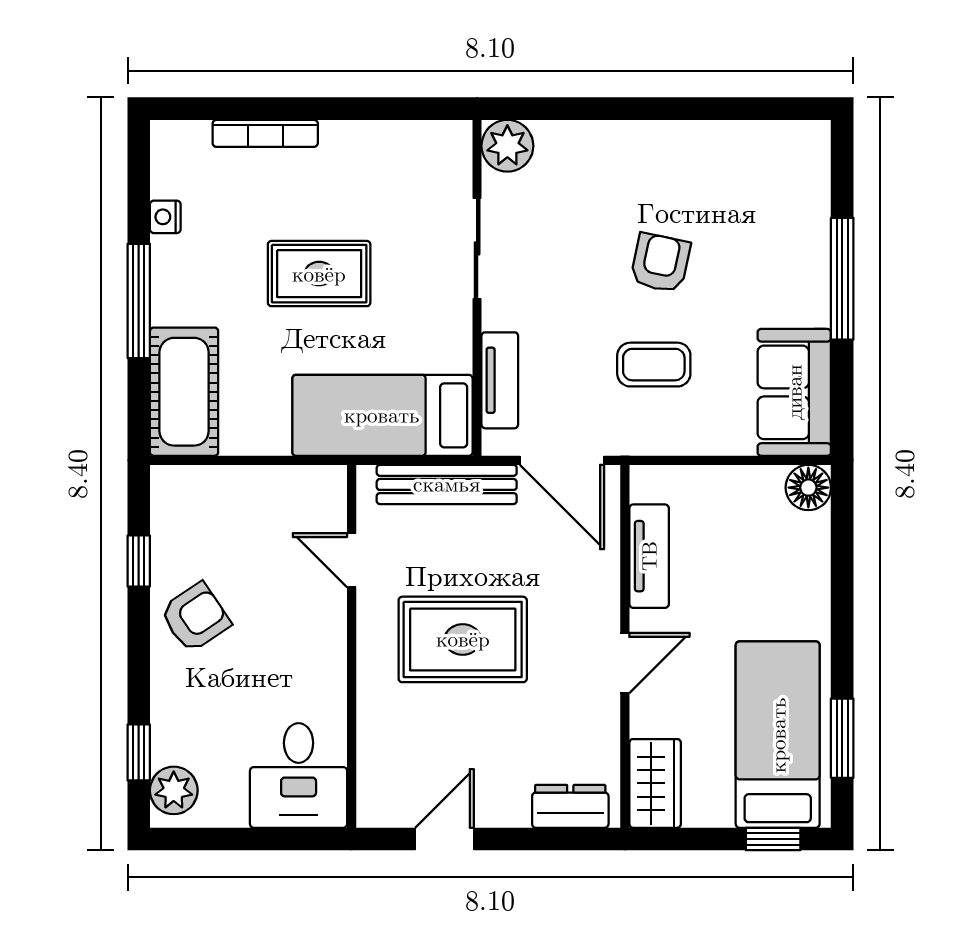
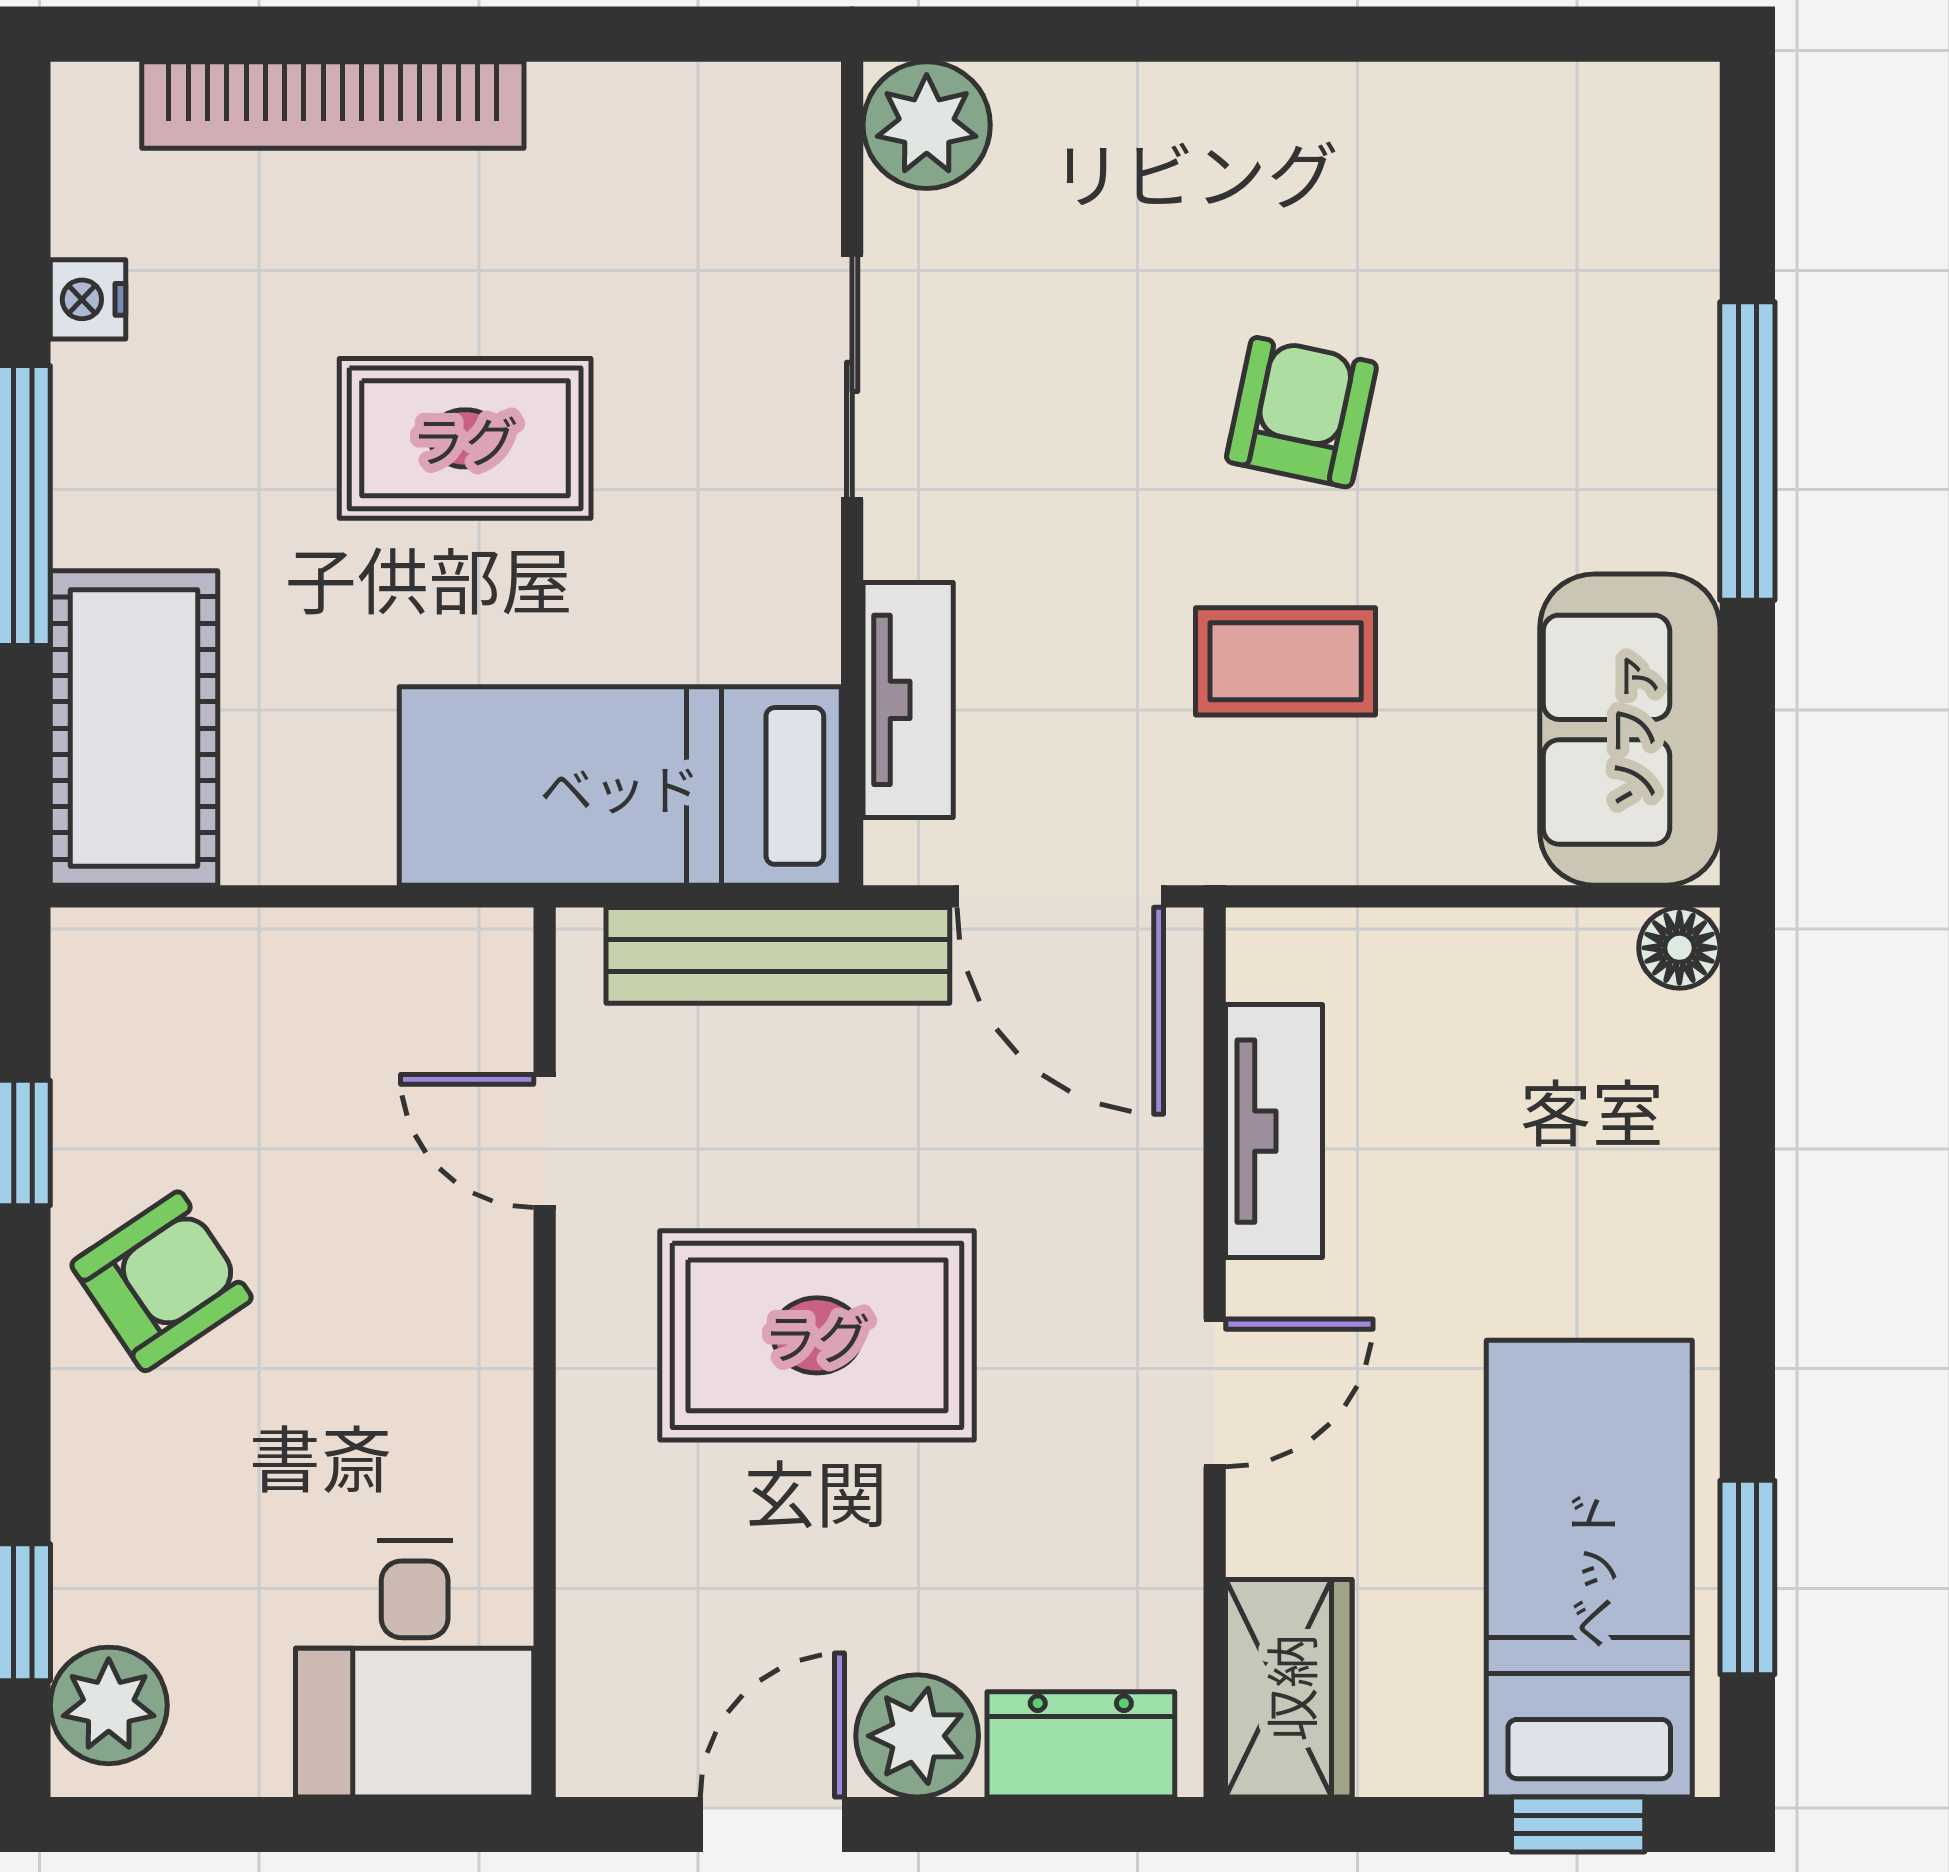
bookcase: (265, 133) -> (333, 105), width x1.48, depth x1.31
floor lamp: (808, 488) -> (1679, 948), width x0.73, depth x0.73
plant: (504, 803) -> (917, 1736), added

